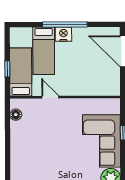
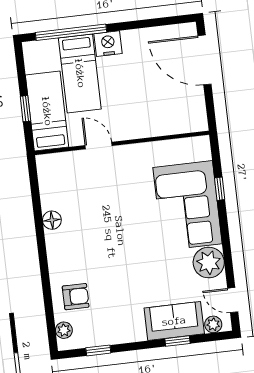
window: (65, 24) -> (71, 32), moved
floor lamp: (16, 115) -> (52, 220), moved

